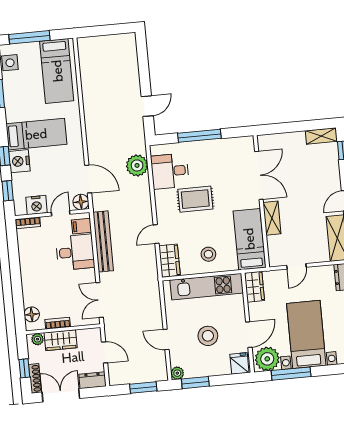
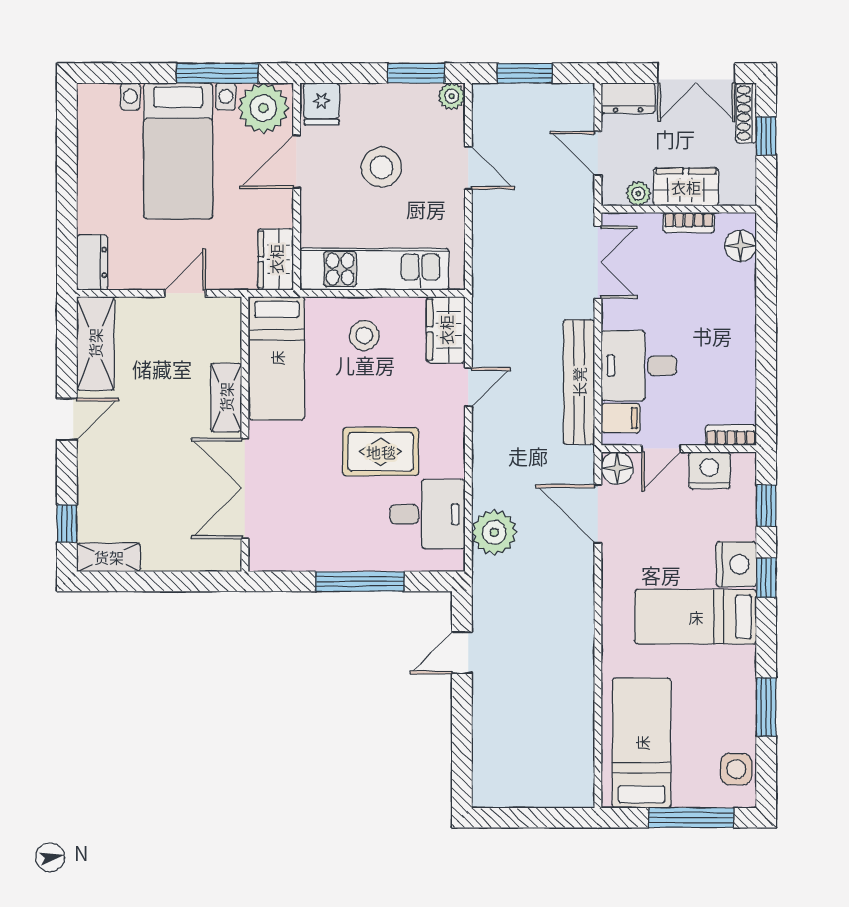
plant: (37, 339) -> (638, 194), moved

